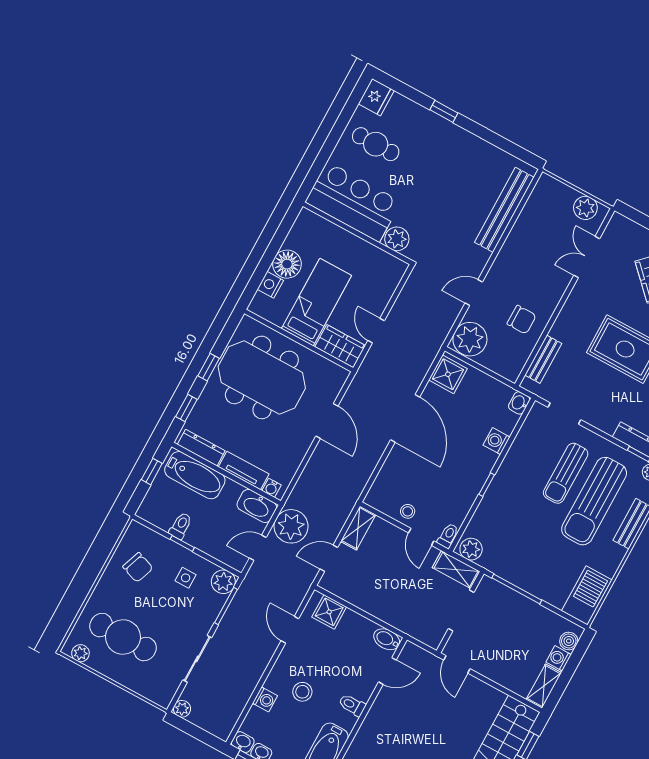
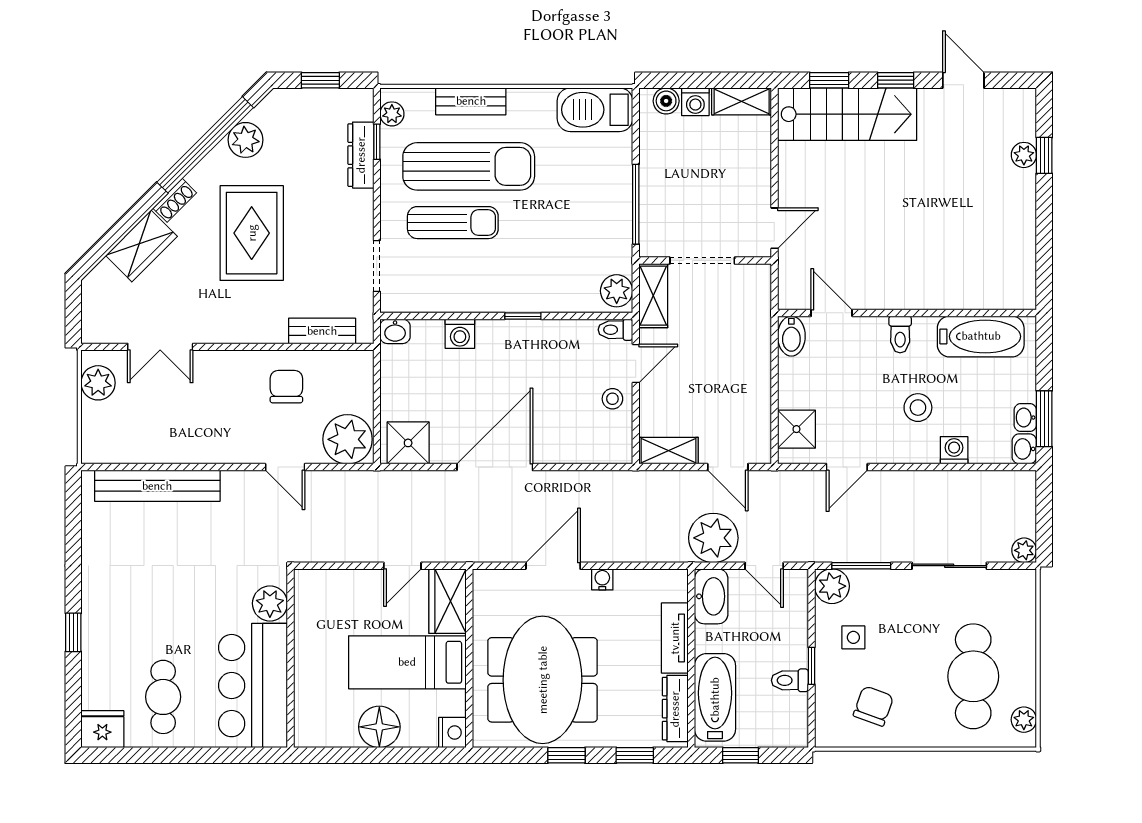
nightstand: (270, 285) -> (452, 733), moved, turned -90
water cooler: (272, 488) -> (602, 579), moved, turned -90

